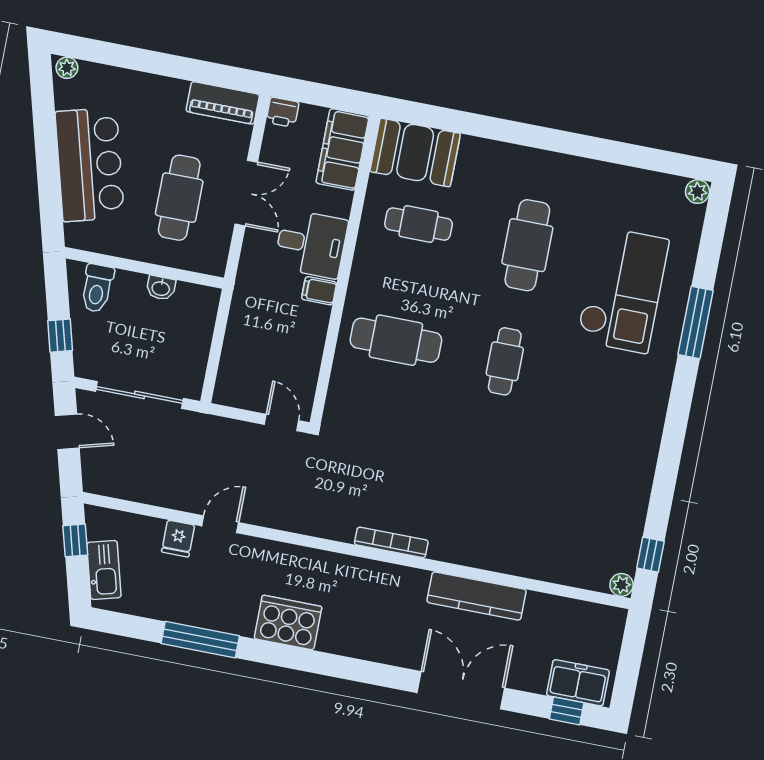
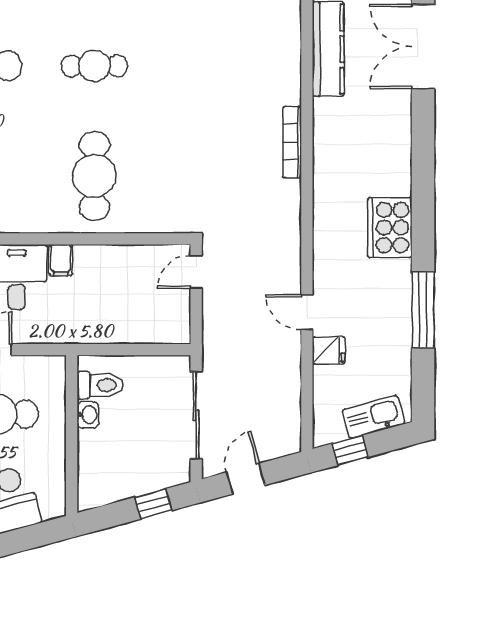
toilet: (97, 288) -> (100, 385), moved

